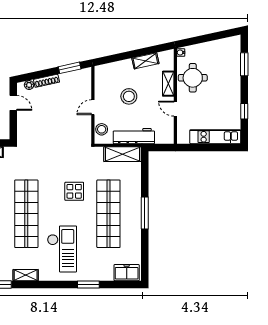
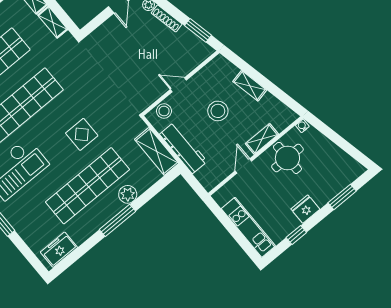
shelving: (145, 61) -> (250, 86), moved
fridge: (233, 93) -> (305, 209), added
plant: (134, 194) -> (128, 194), added
freezer: (127, 273) -> (59, 250), moved, turned -90

